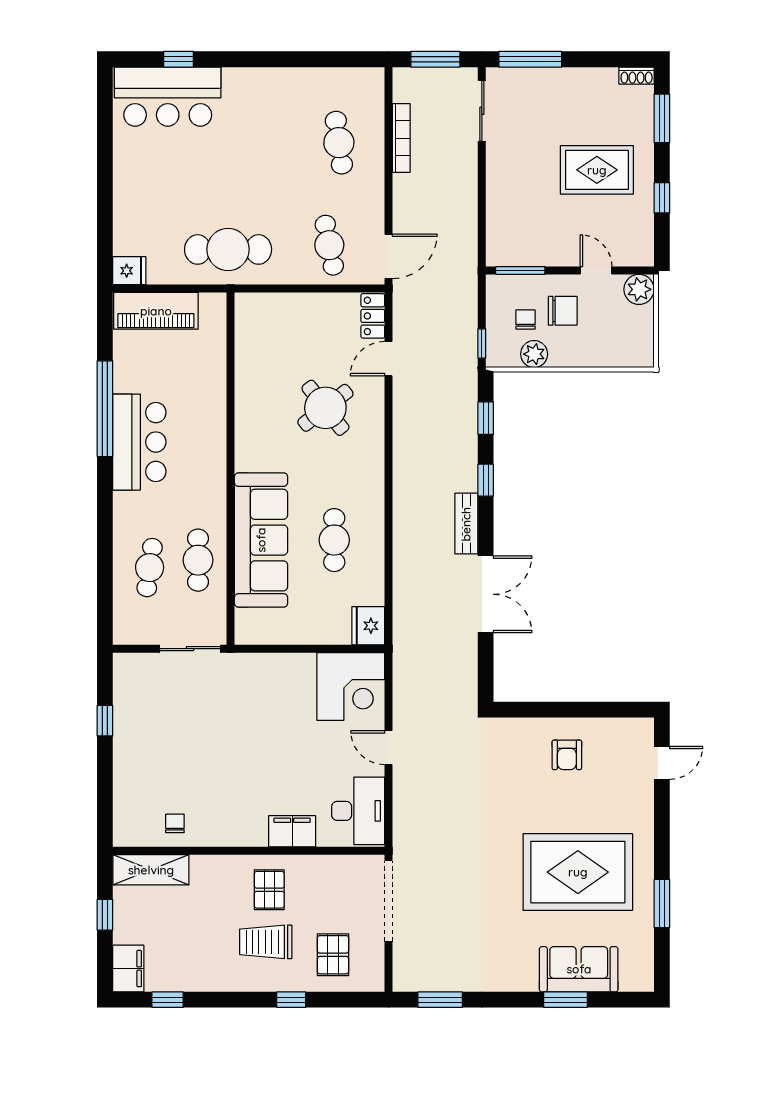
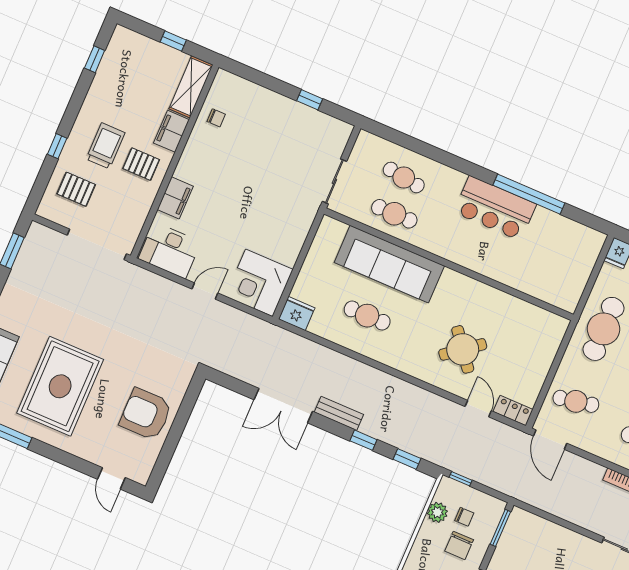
piano: (156, 311) -> (582, 260), removed
armchair: (567, 755) -> (146, 414), width x1.88, depth x1.88
filing cabinet: (128, 969) -> (171, 131), moved, turned 90

